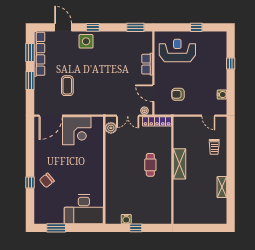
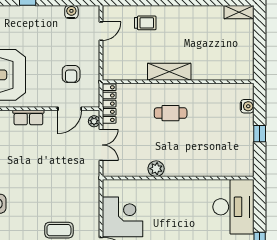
plant: (111, 128) -> (156, 169), moved
shelving: (222, 187) -> (239, 12), moved
water cooler: (126, 219) -> (247, 106), moved

